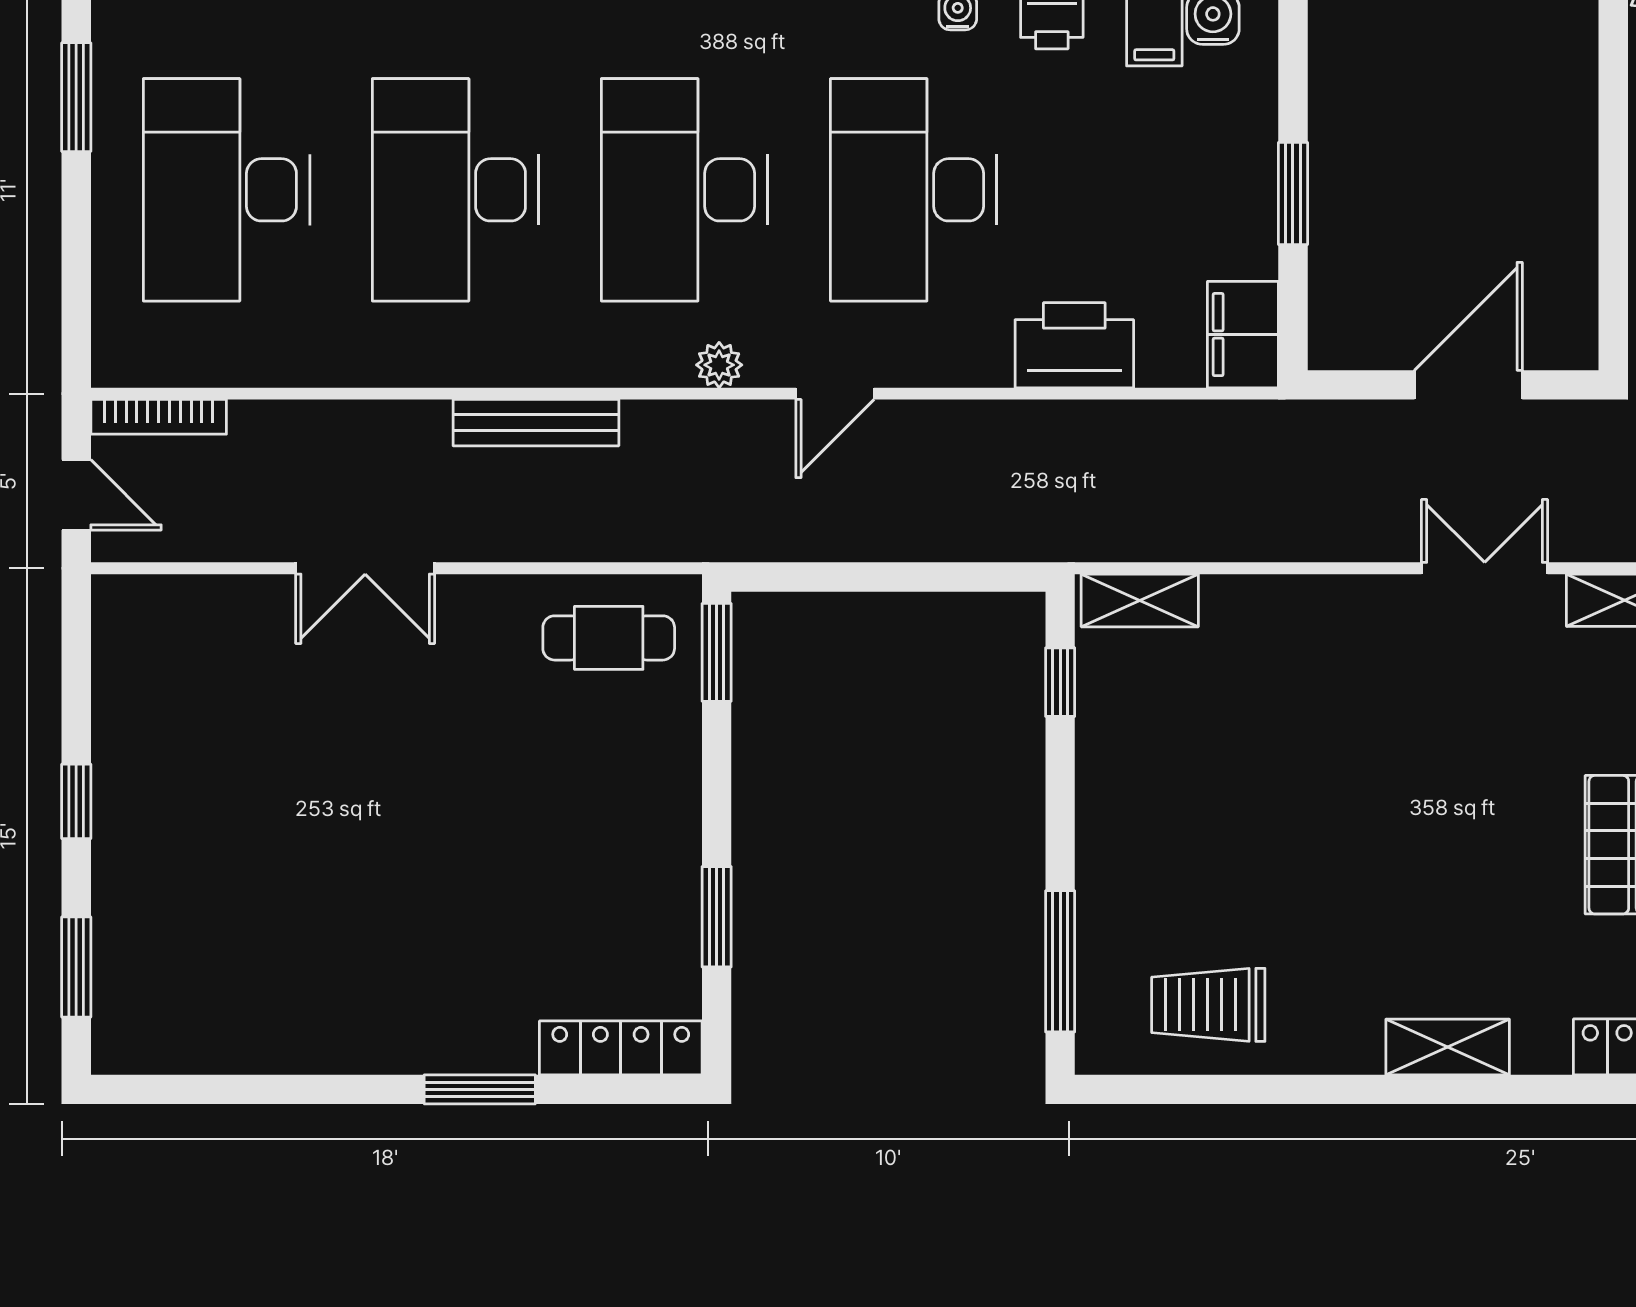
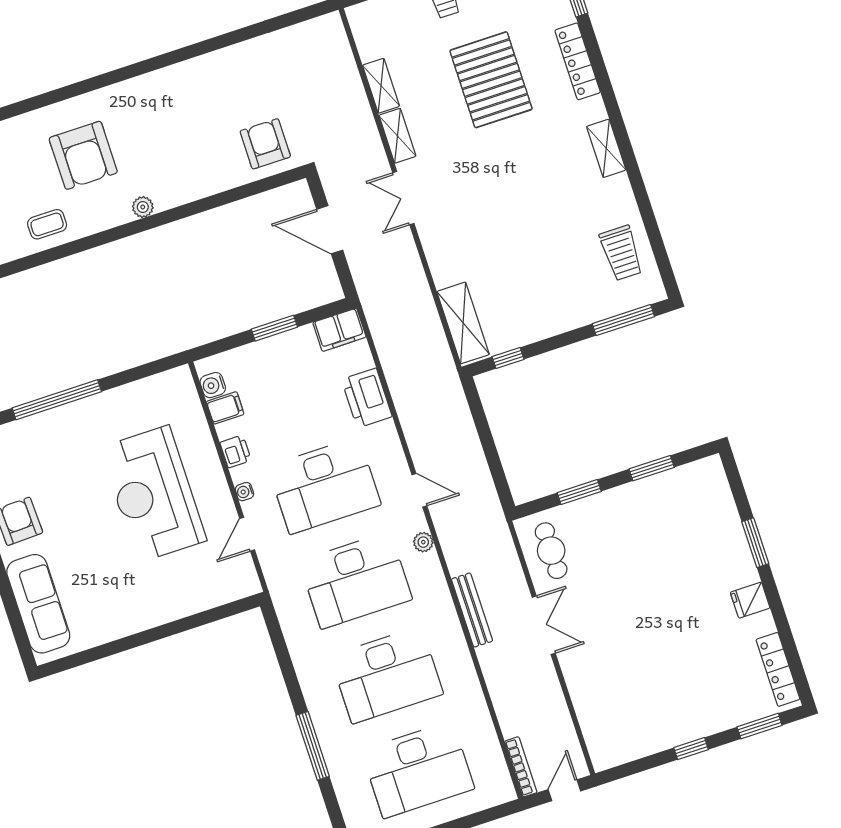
double door: (365, 568) -> (544, 625), moved
shelving: (1140, 600) -> (463, 323), width x1.50, depth x1.33
window: (717, 652) -> (579, 492), moved
fridge: (358, 1037) -> (750, 600), added
locker: (621, 1048) -> (778, 669), moved

